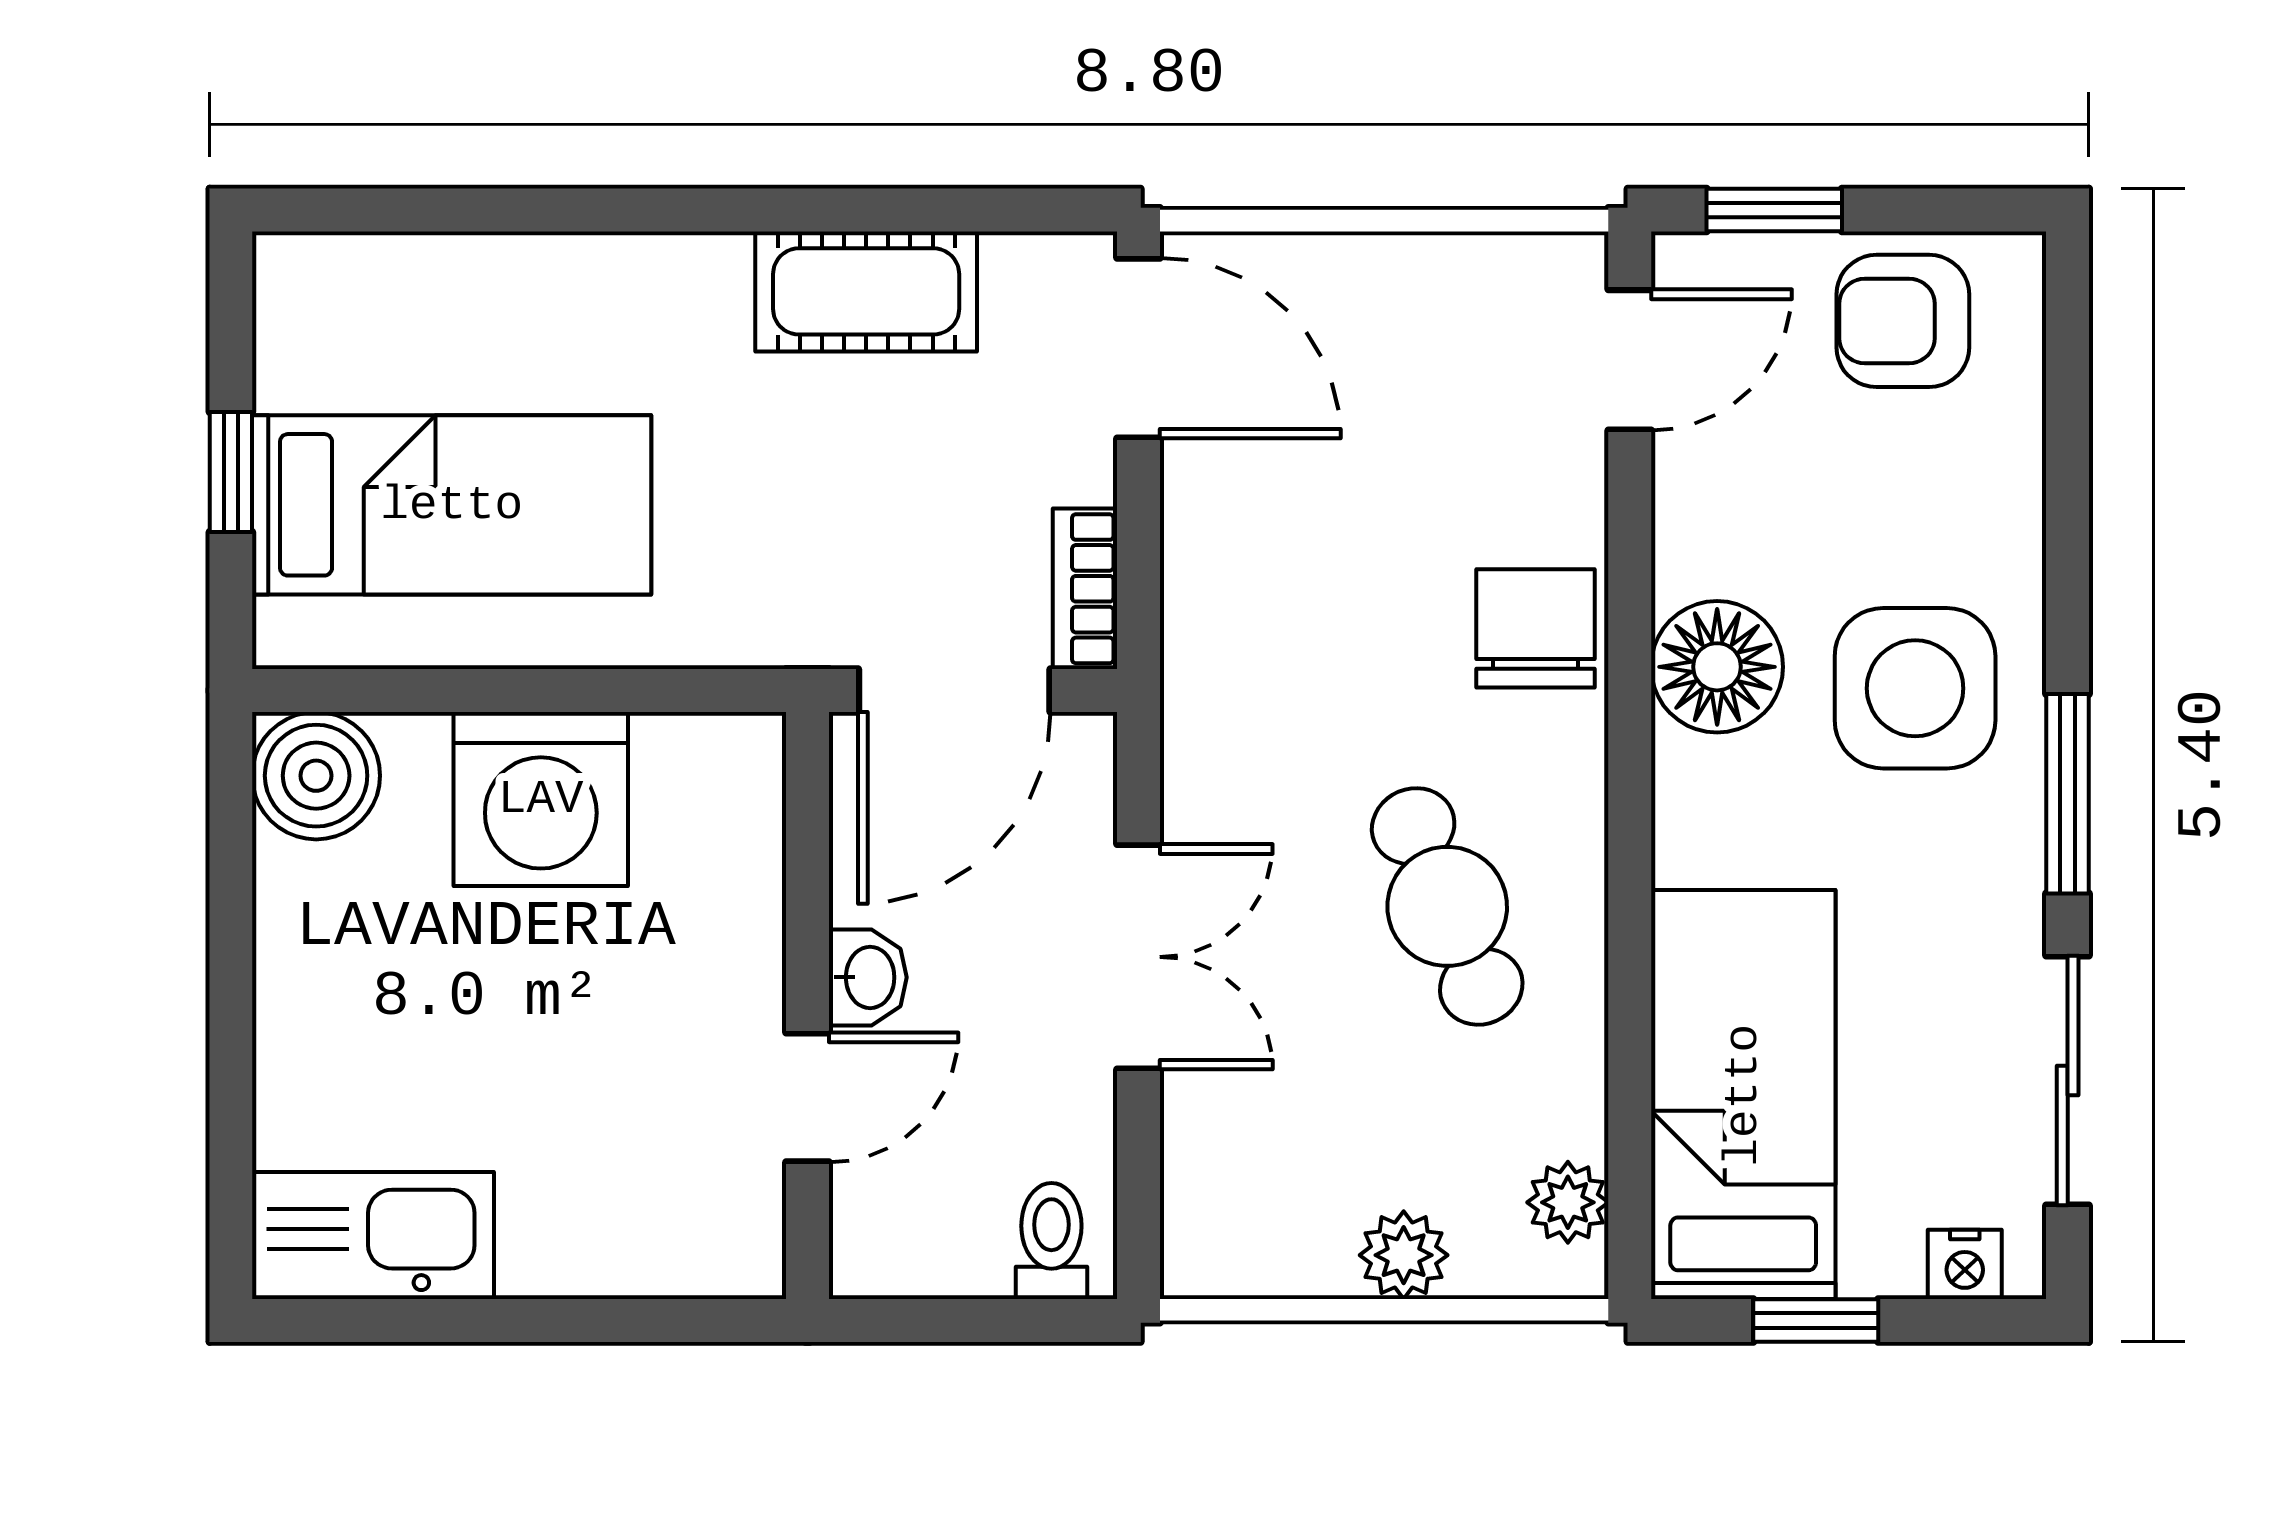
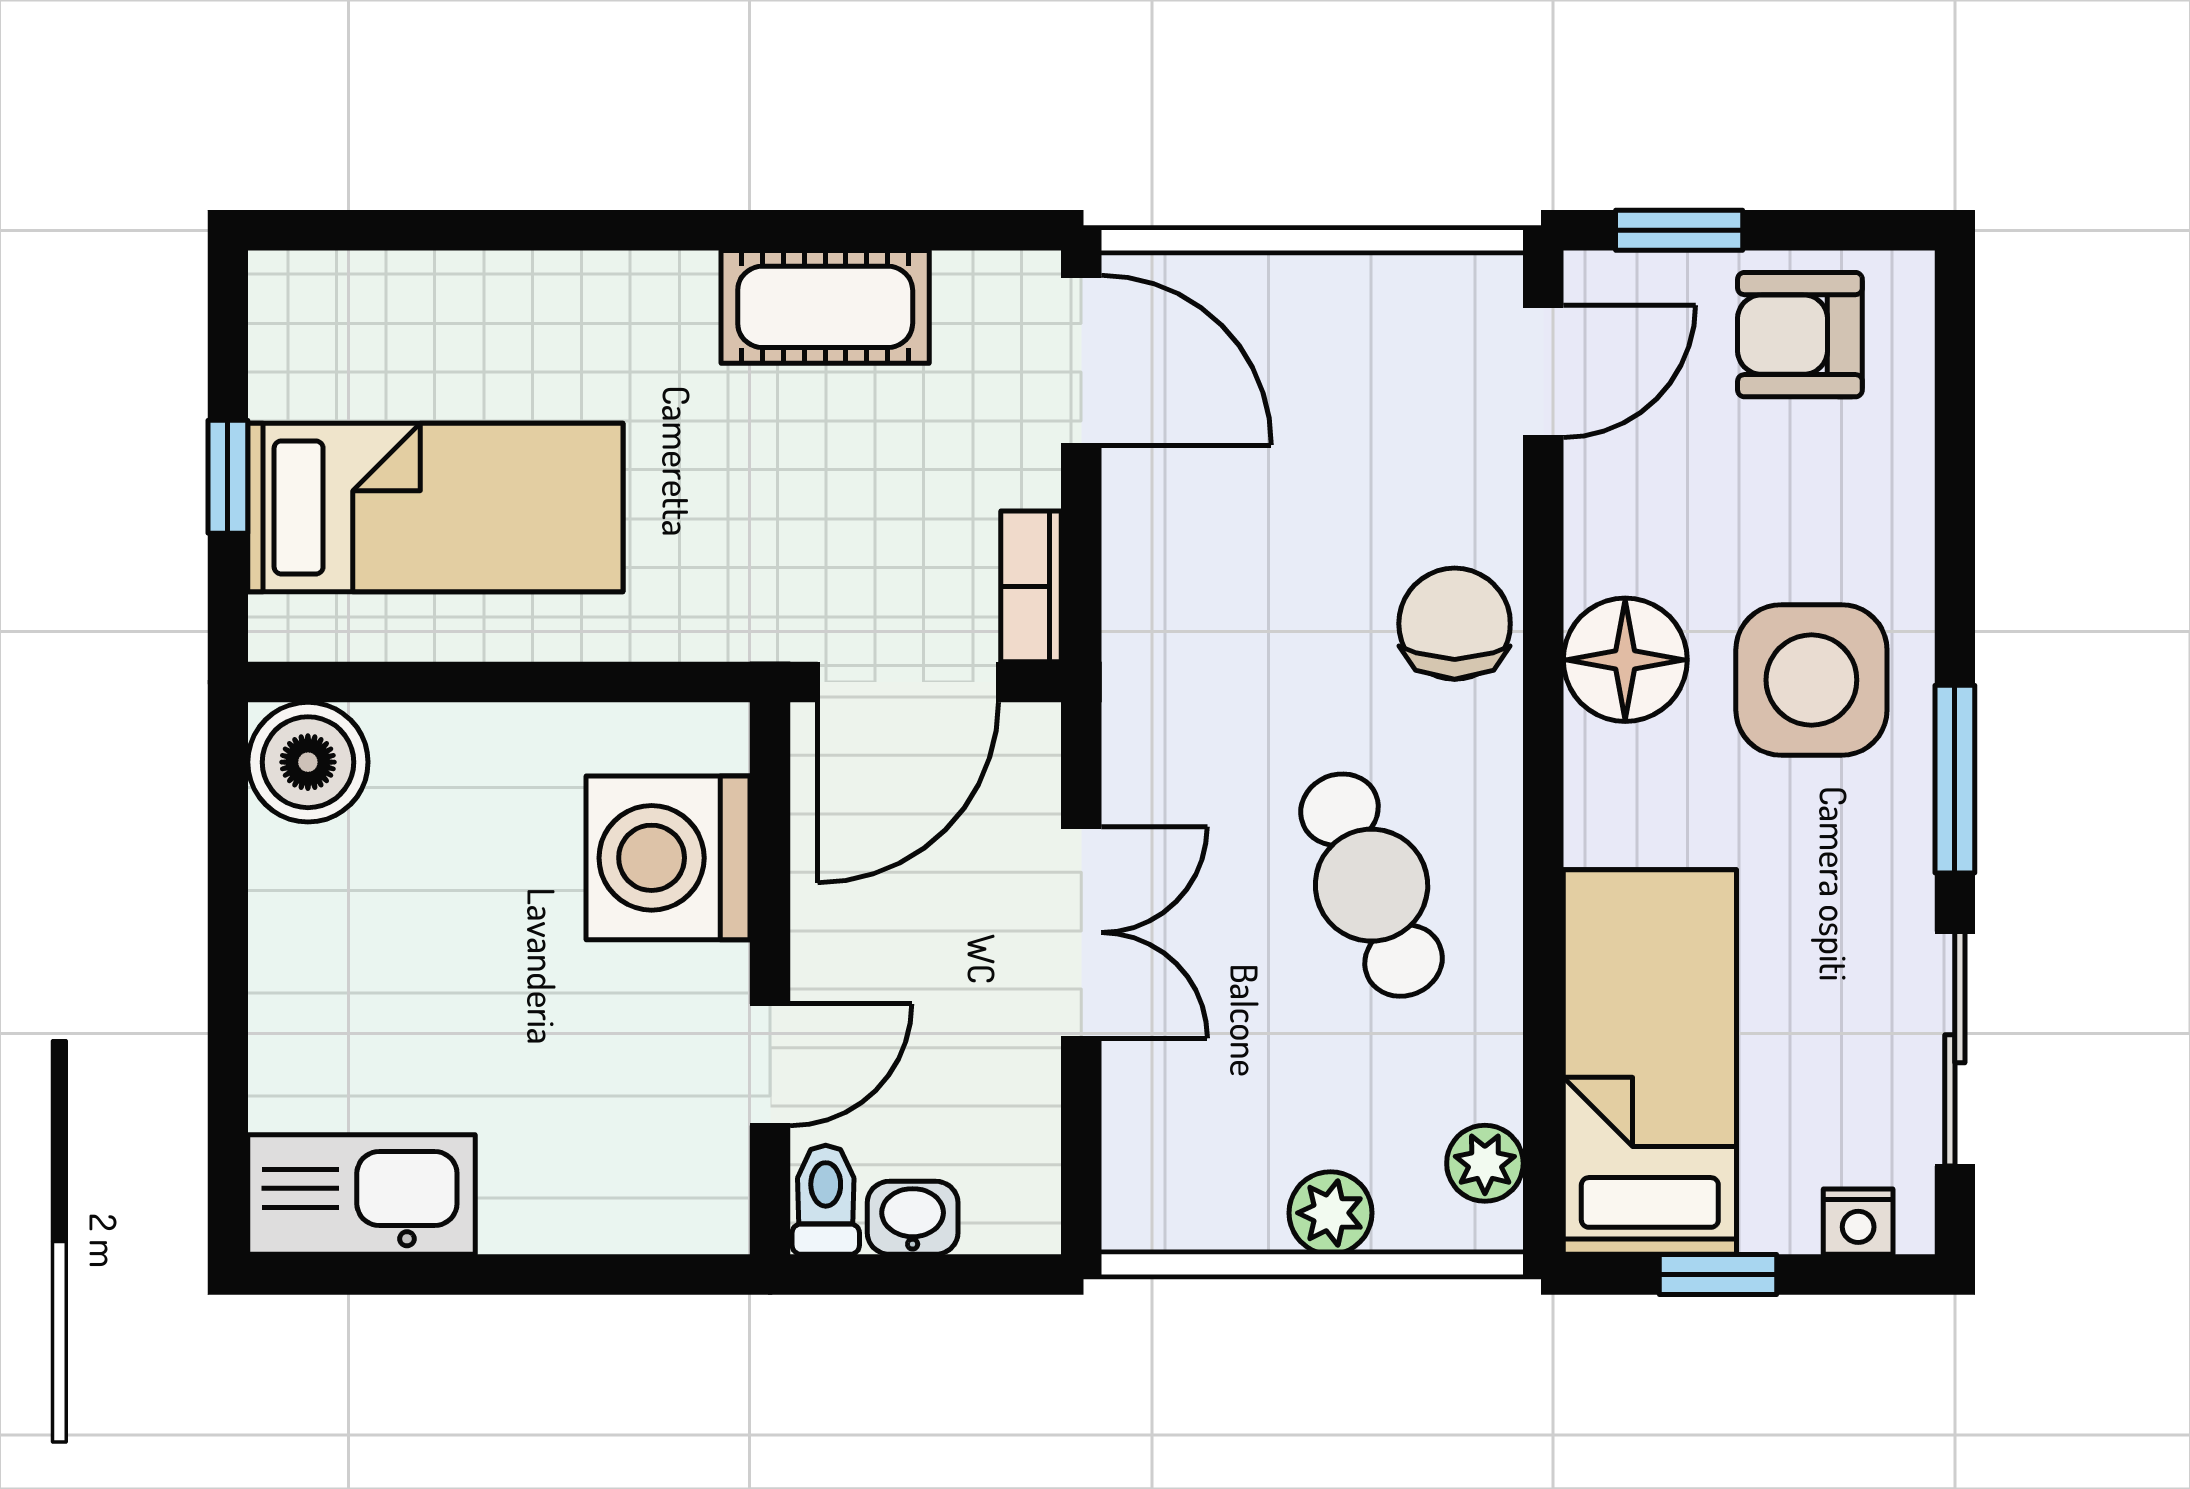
washing machine: (541, 799) -> (668, 858), moved, turned 90
washbasin: (868, 977) -> (913, 1218), moved, turned -90
toilet: (1051, 1241) -> (826, 1200), moved

